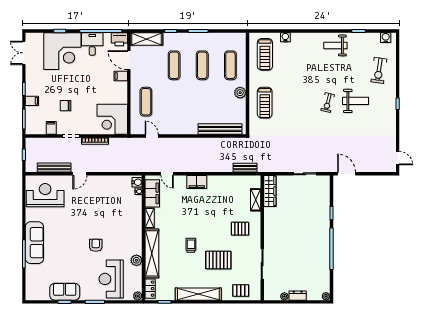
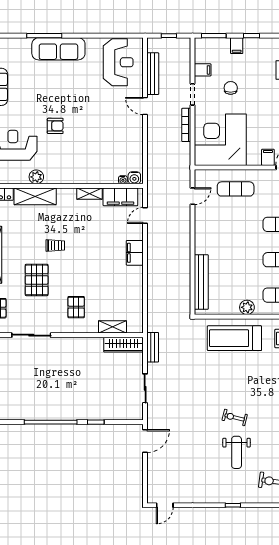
treadmill: (265, 103) -> (234, 338), width x1.37, depth x1.38
corner desk: (112, 119) -> (220, 140), width x1.36, depth x1.36
bench: (245, 168) -> (153, 347), moved
shelving: (152, 253) -> (35, 196), width x0.68

